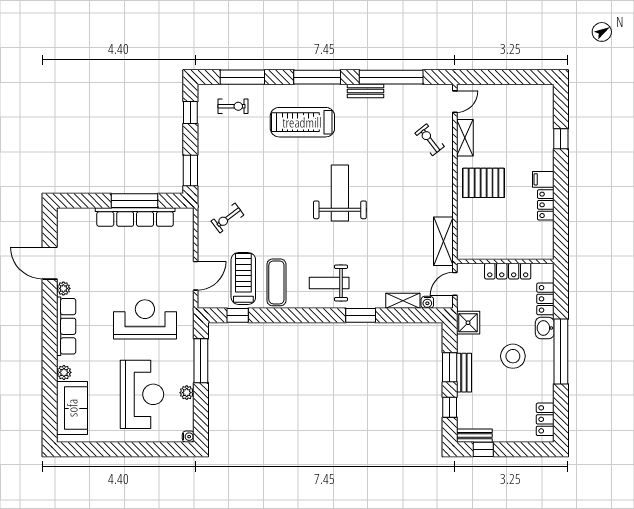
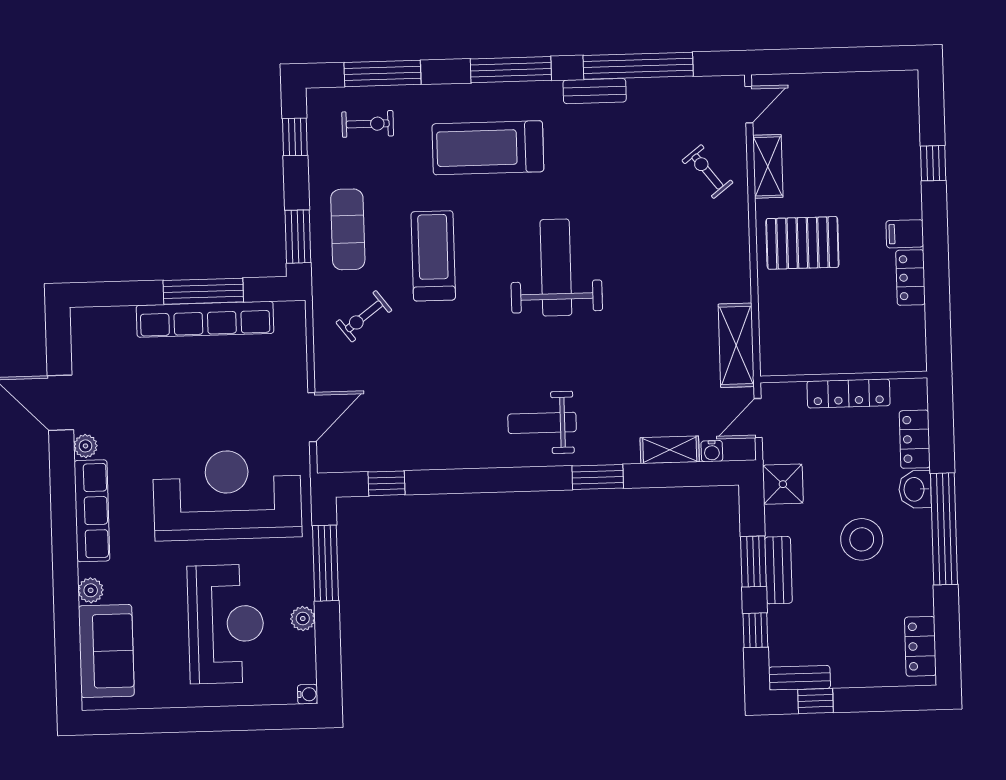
treadmill: (243, 278) -> (433, 256), moved
exercise mat: (276, 282) -> (348, 229), moved
reception desk: (145, 319) -> (227, 495), width x1.36, depth x1.30

